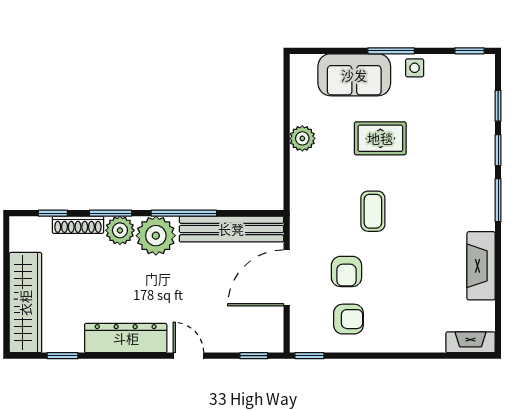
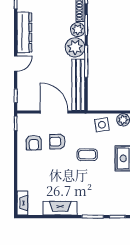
side table: (312, 181) -> (102, 125), added

